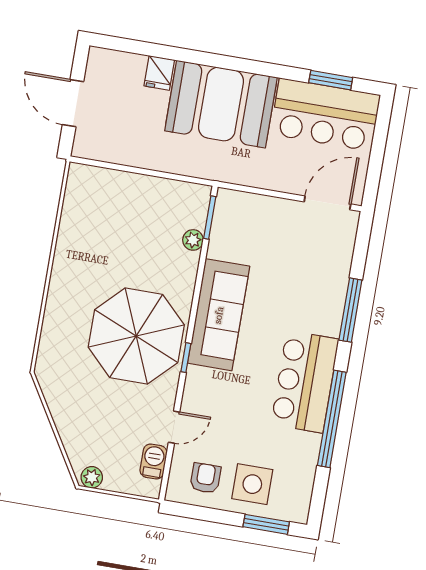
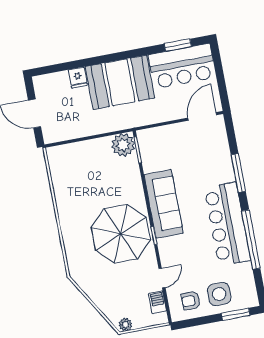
plant: (193, 240) -> (123, 145), moved, width x1.88, depth x1.88
bar counter: (305, 382) -> (227, 224), width x1.36
armchair: (205, 478) -> (191, 301), turned -90

